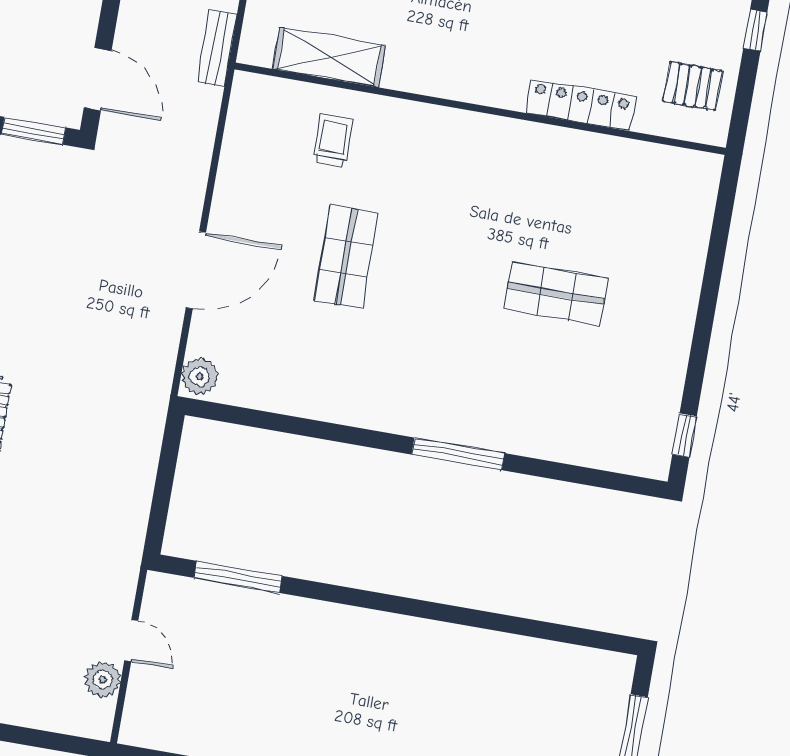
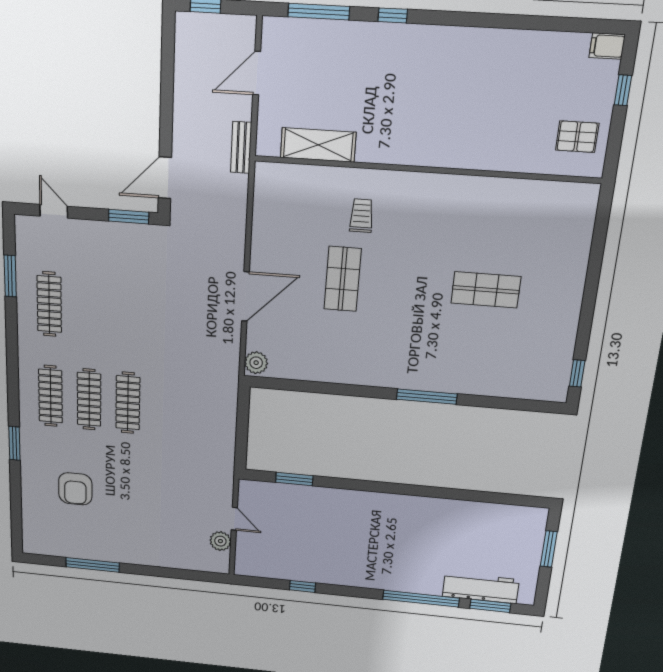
door: (98, 79) -> (165, 178), swing flipped
locker: (581, 105) -> (497, 159), removed
trolley: (333, 140) -> (362, 216), moved
window: (238, 577) -> (294, 479), width x0.69

